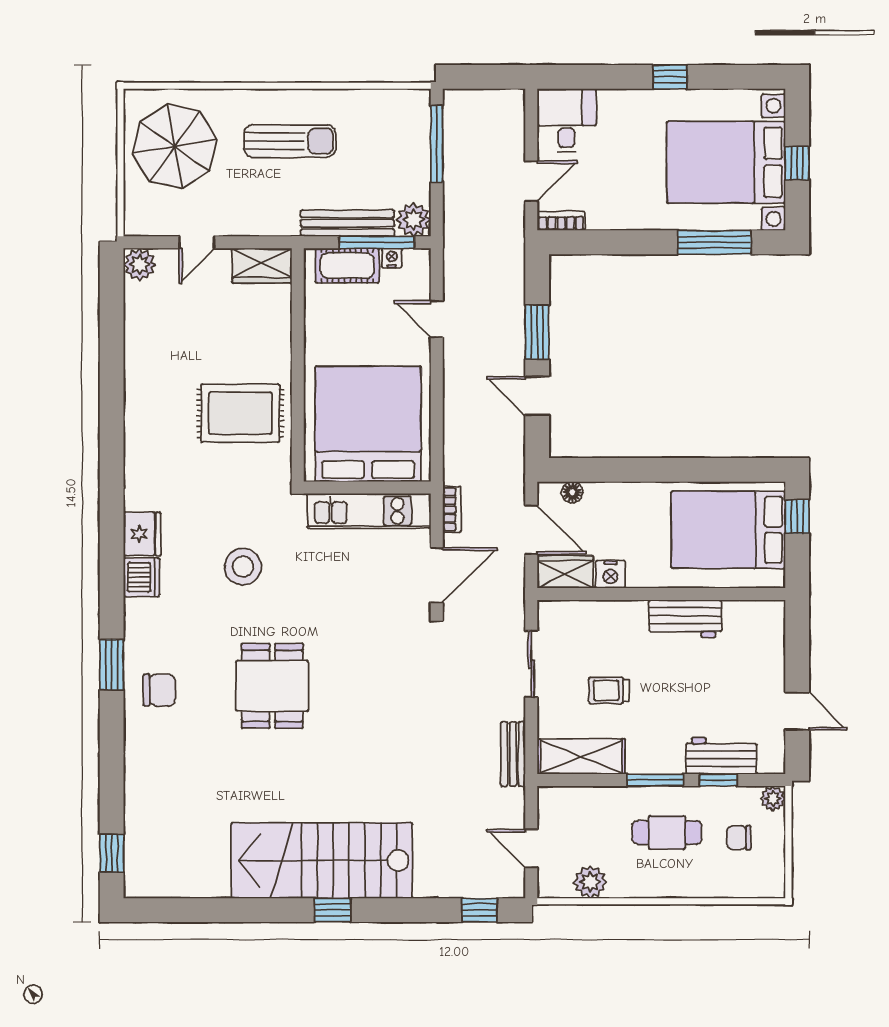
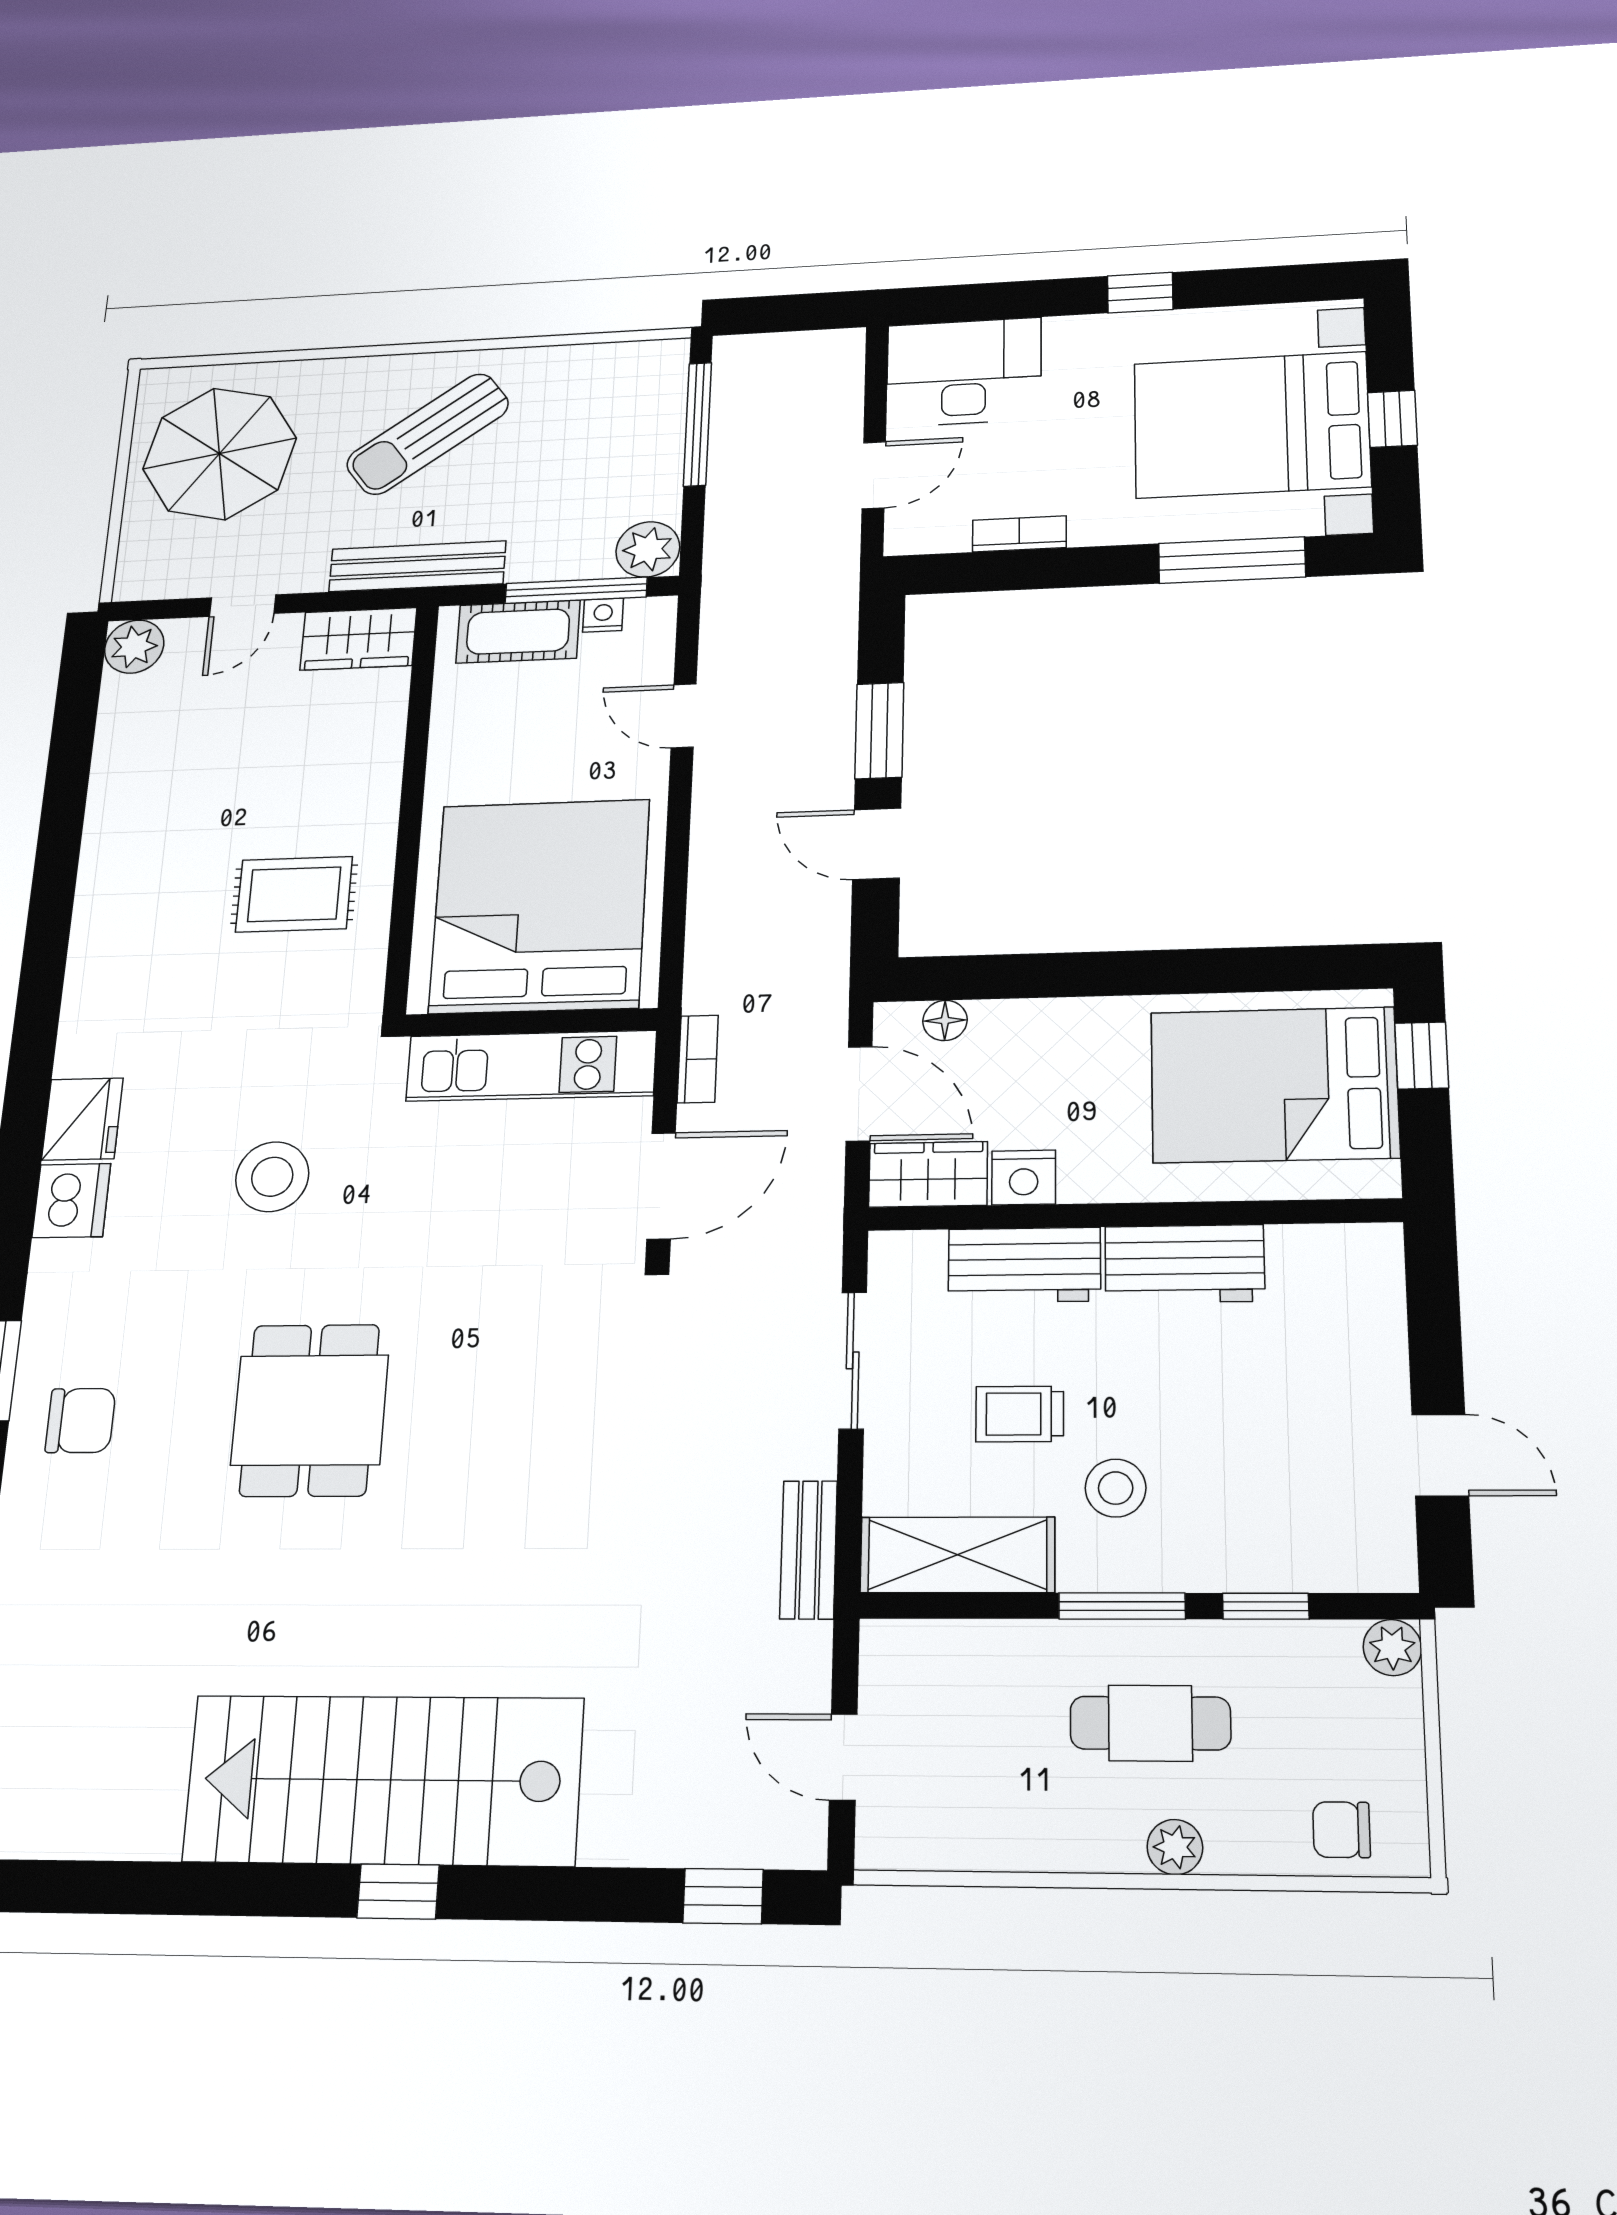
desk: (567, 120) -> (964, 372), width x1.37
sun lounger: (290, 141) -> (428, 434), turned 144
bookcase: (561, 221) -> (1019, 534), moved
bench: (347, 223) -> (417, 566), moved
rug: (240, 413) -> (294, 894), width x0.73, depth x0.70
stool: (652, 726) -> (1116, 1488), added
workbench: (721, 756) -> (1024, 1265), moved, turned 180
chair: (739, 838) -> (1342, 1830), moved
plant: (590, 882) -> (1175, 1847), moved, width x0.73, depth x0.73

